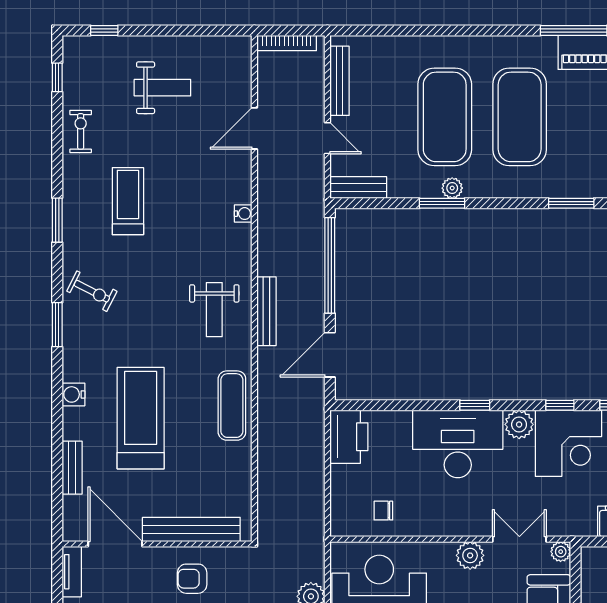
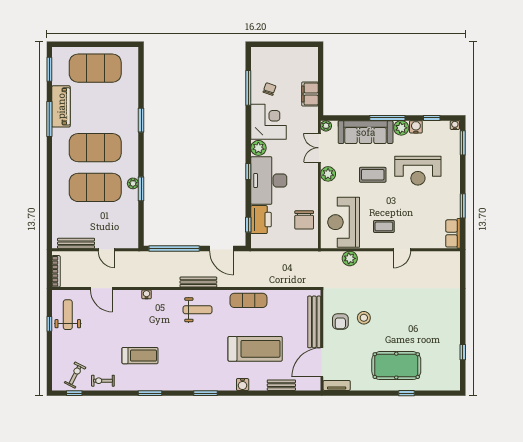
window: (104, 30) -> (49, 324), moved
weight bench: (162, 88) -> (68, 315), moved
door: (327, 138) -> (107, 250), swing flipped
bench: (358, 188) -> (133, 233), removed
treadmill: (128, 201) -> (140, 356), turned 180
exercise bike: (92, 291) -> (75, 375), moved
window: (560, 405) -> (248, 225), moved
treadmill: (141, 418) -> (255, 349), turned 180
printer: (349, 437) -> (261, 220), moved, turned 90
chair: (383, 511) -> (304, 220), width x1.87, depth x1.87

